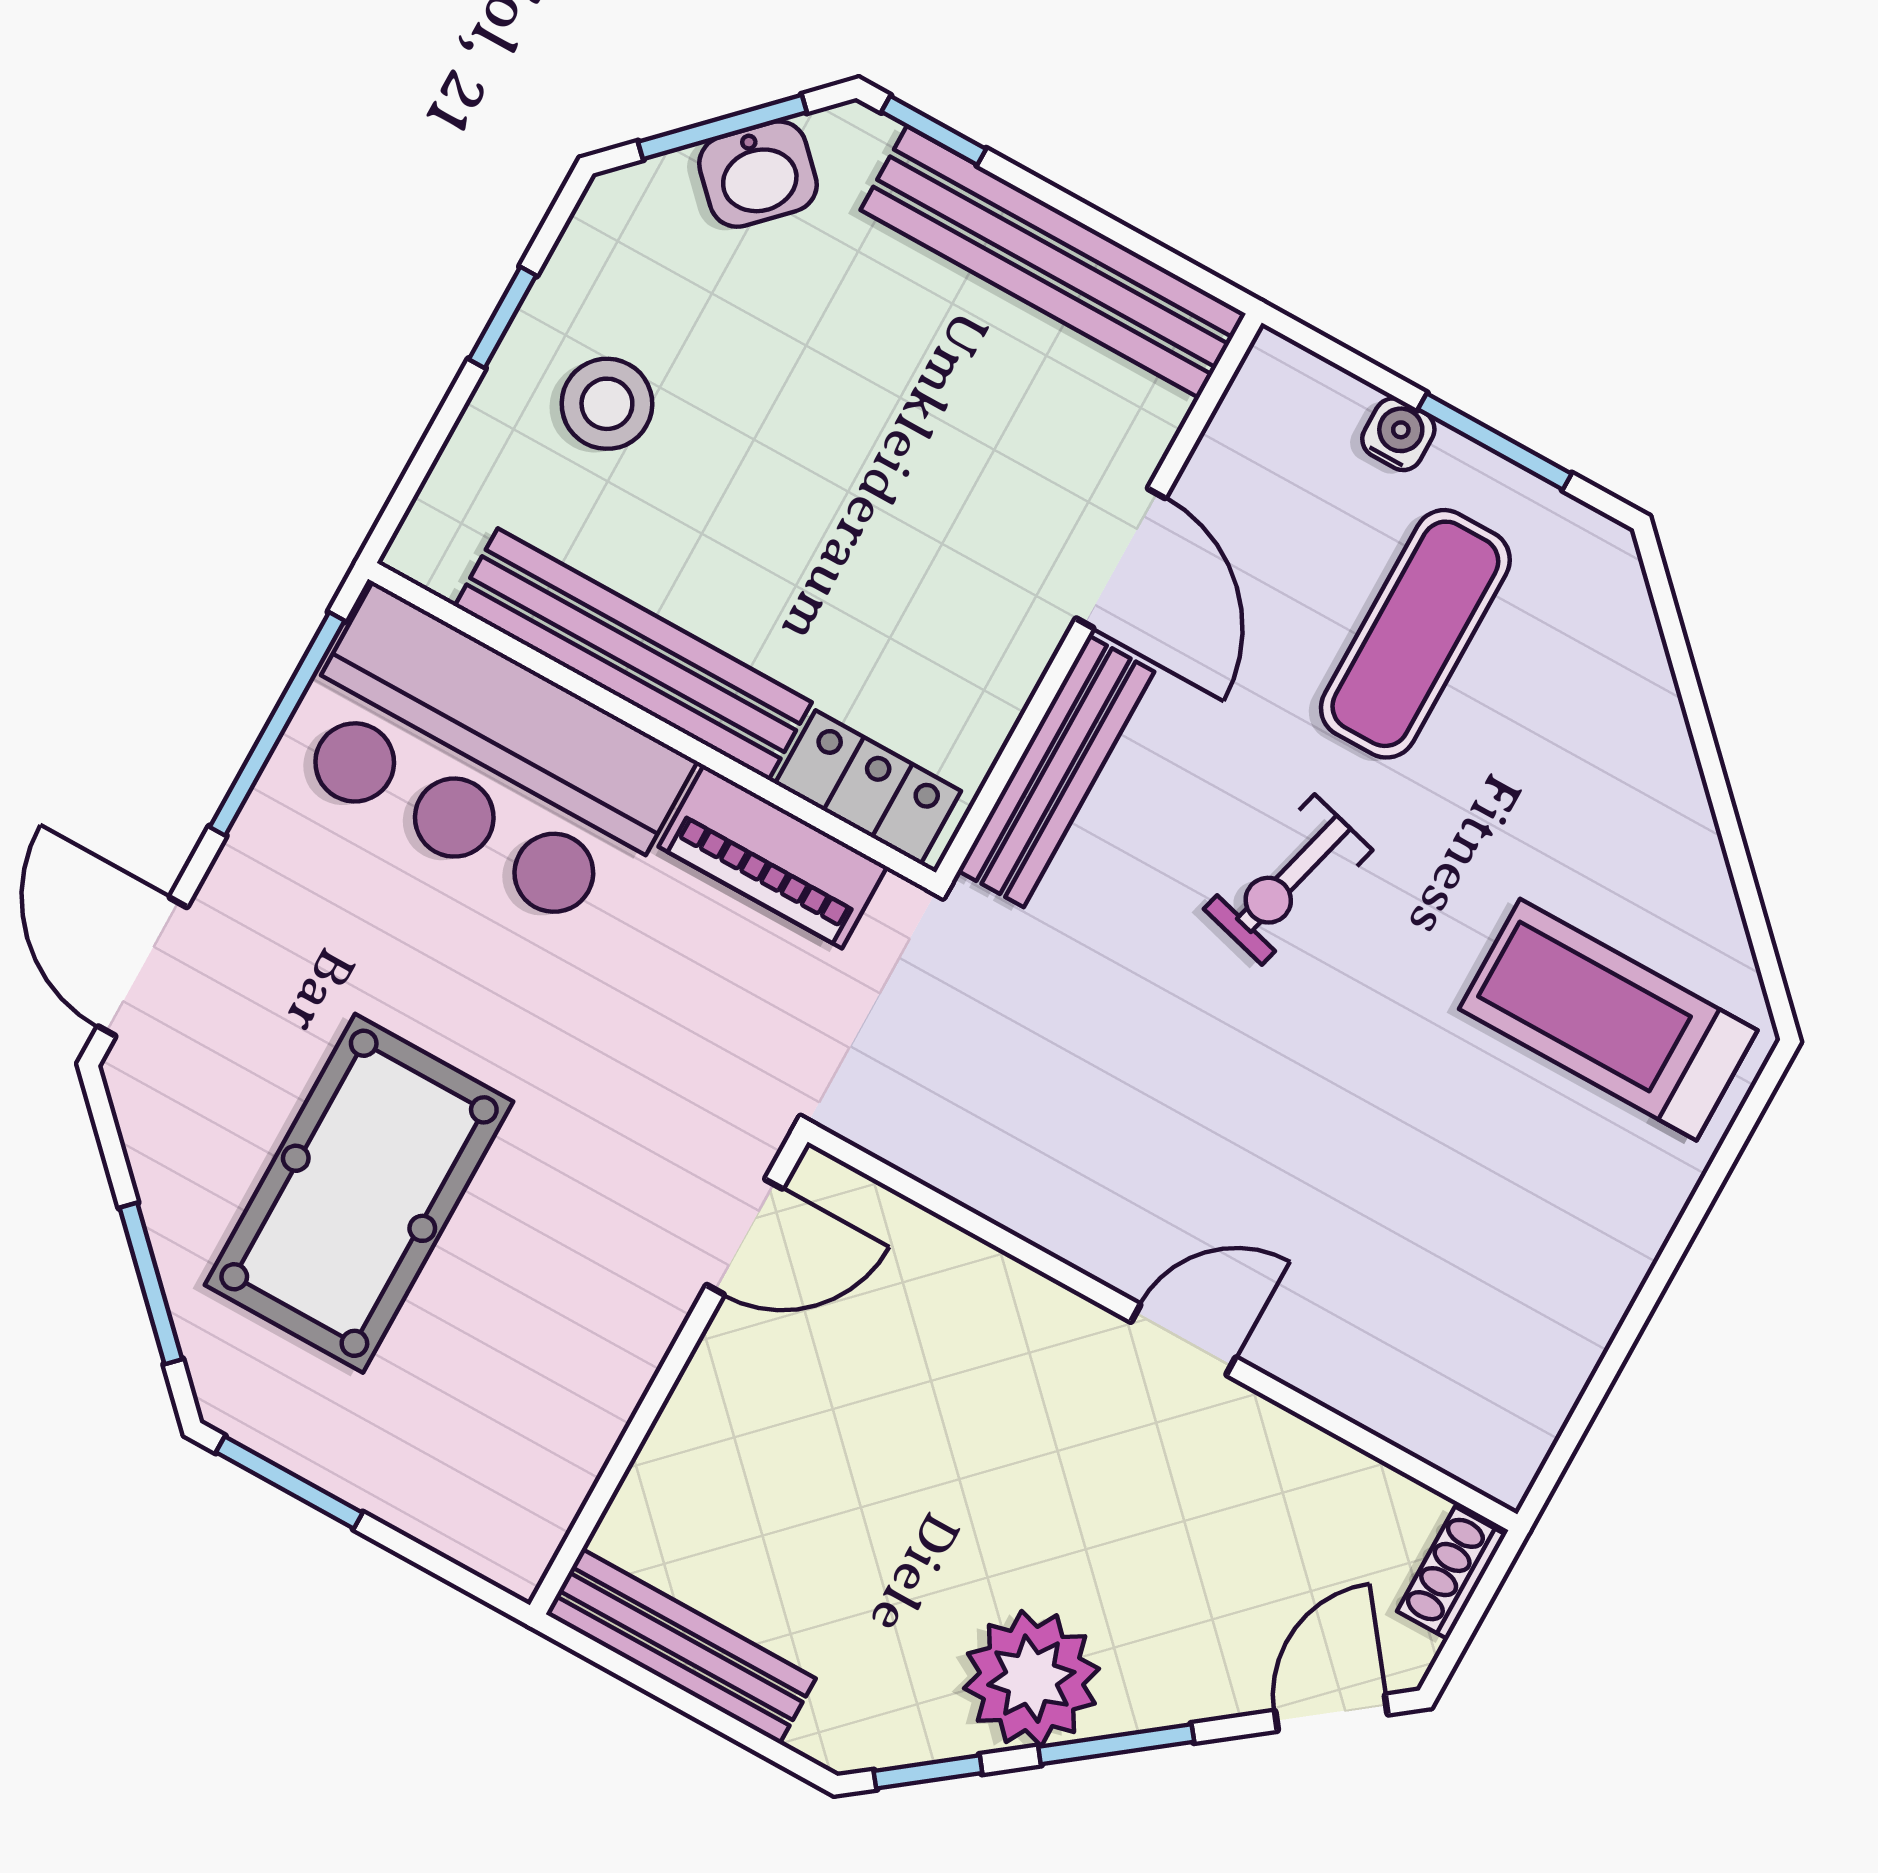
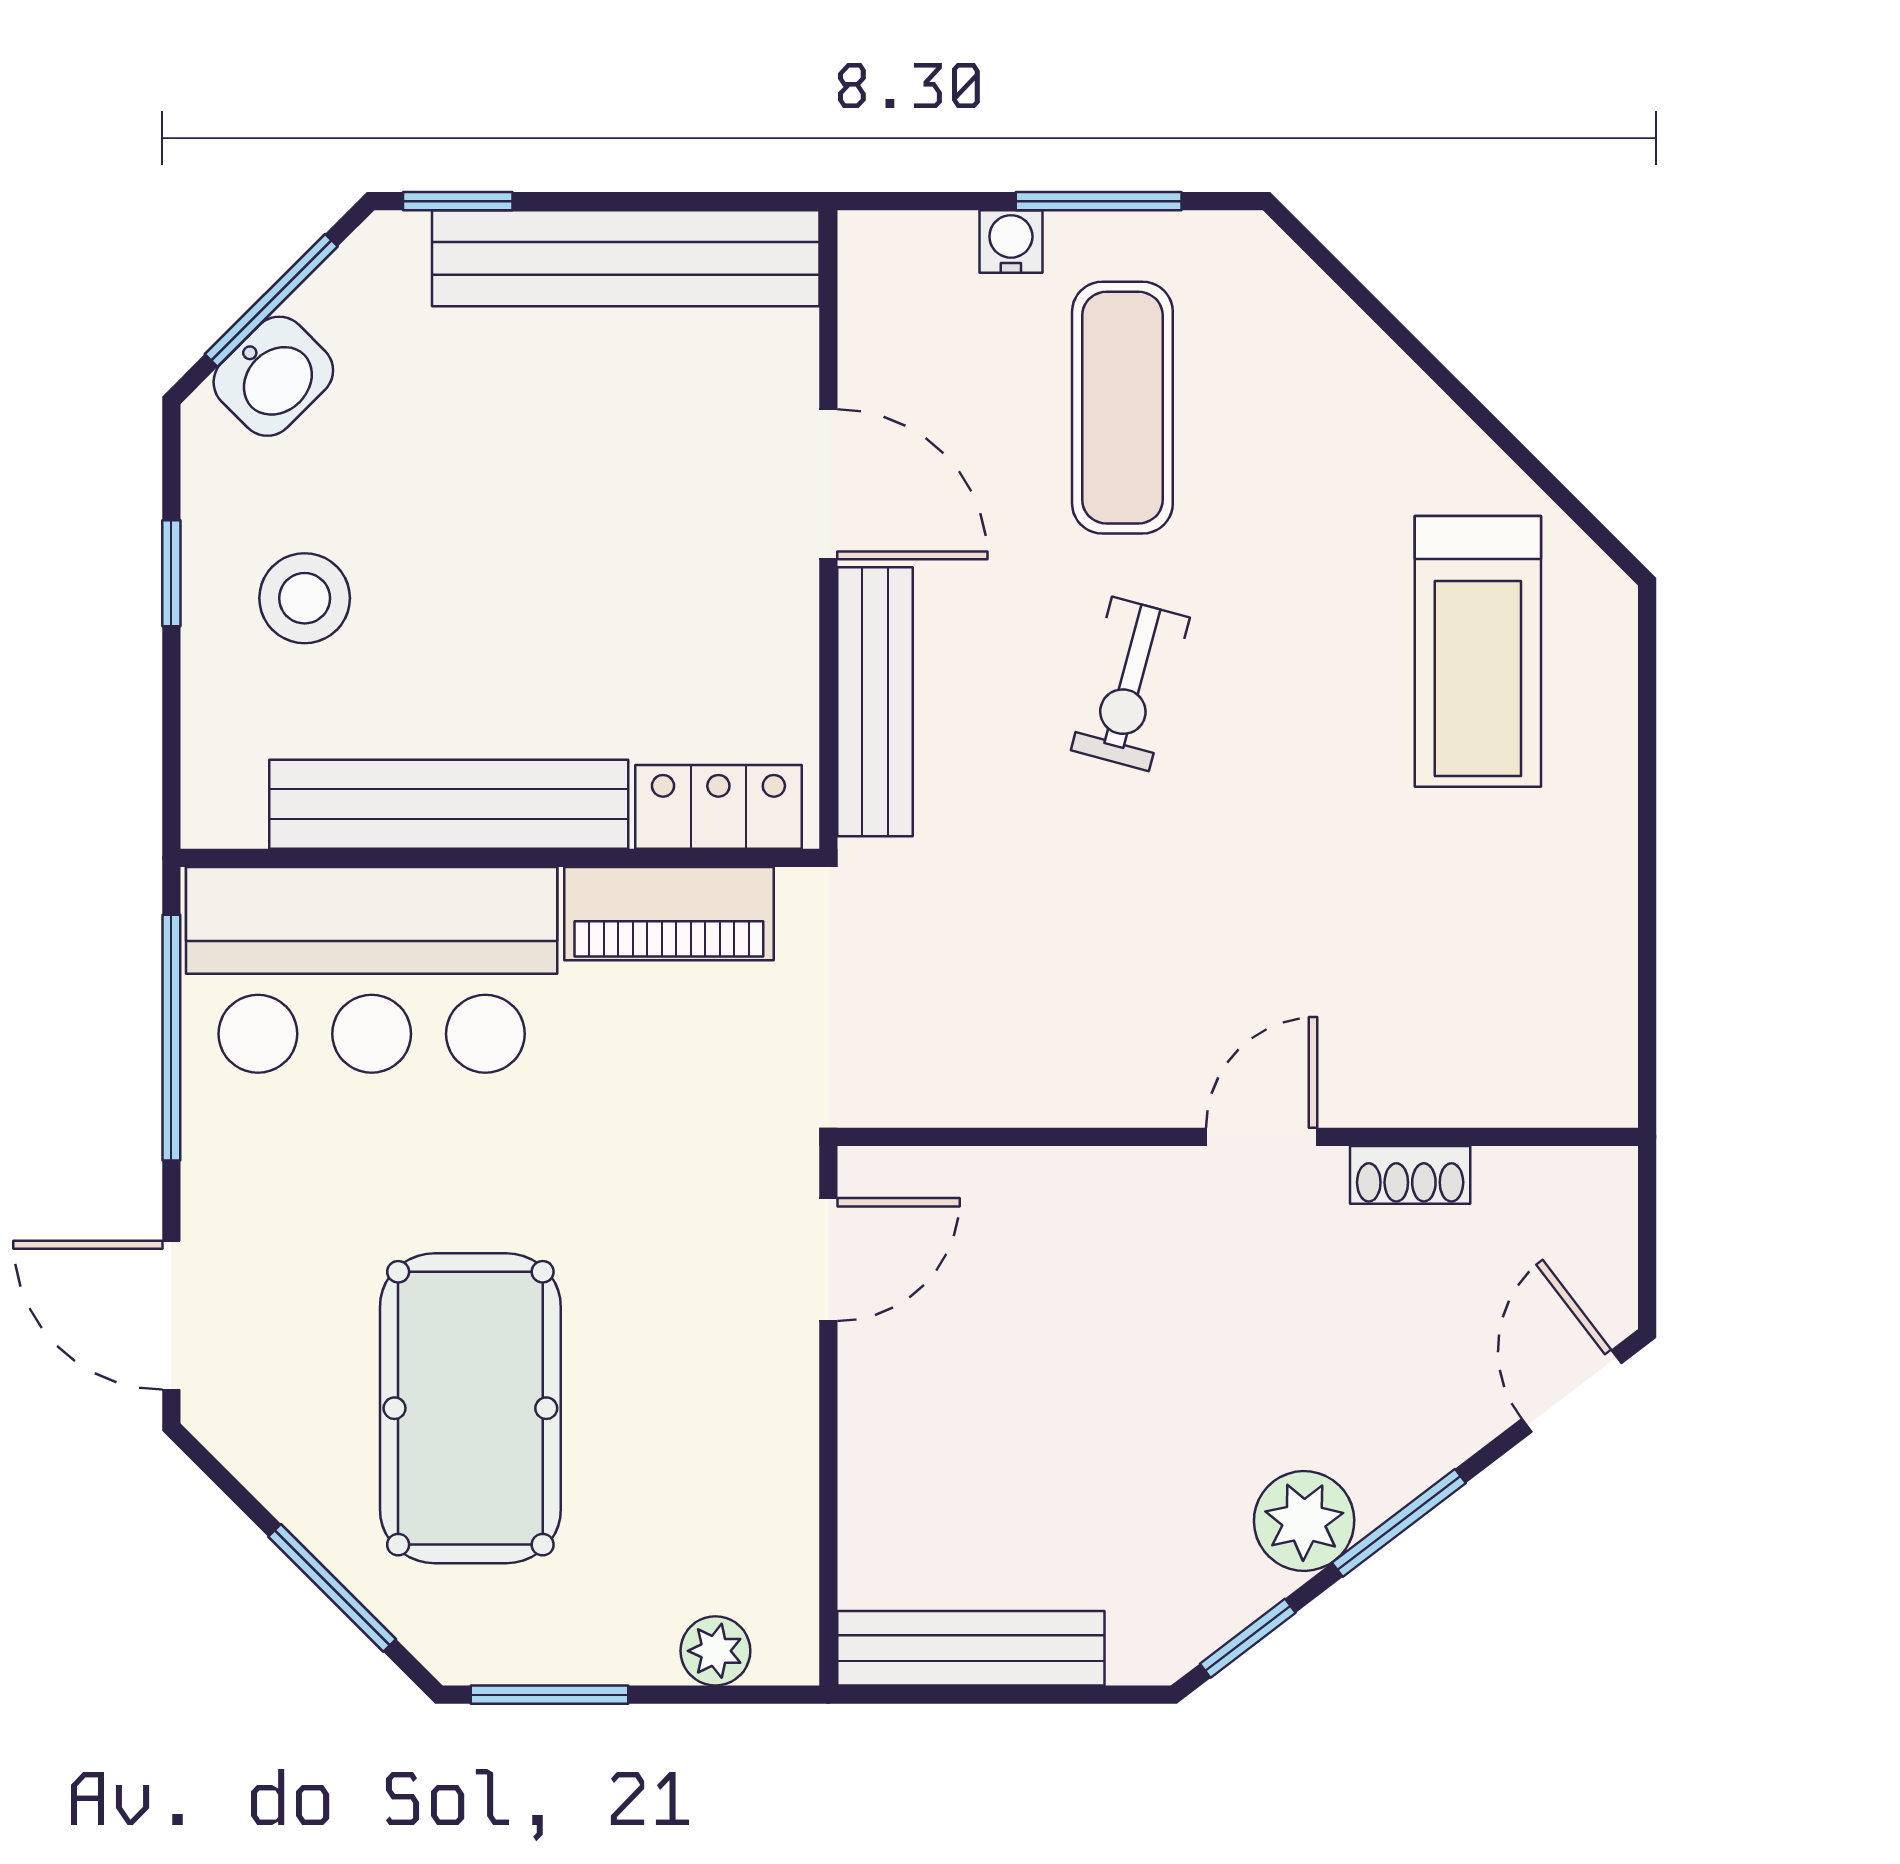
washbasin: (758, 174) -> (273, 376), moved
treadmill: (1608, 1020) -> (1478, 651), turned -90
plant: (456, 1525) -> (715, 1651), added
shoe rack: (1452, 1573) -> (1410, 1175), moved, turned -90
plant: (1031, 1679) -> (1304, 1521), width x0.73, depth x0.73

